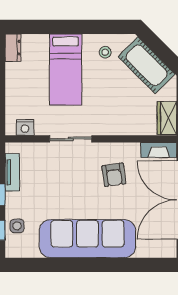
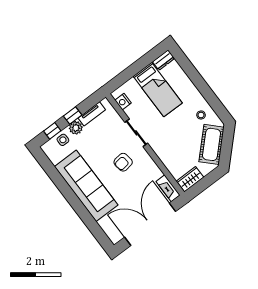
bed: (66, 70) -> (158, 90), moved, turned -90
armchair: (114, 175) -> (123, 162), moved
plant: (14, 202) -> (76, 128), added

